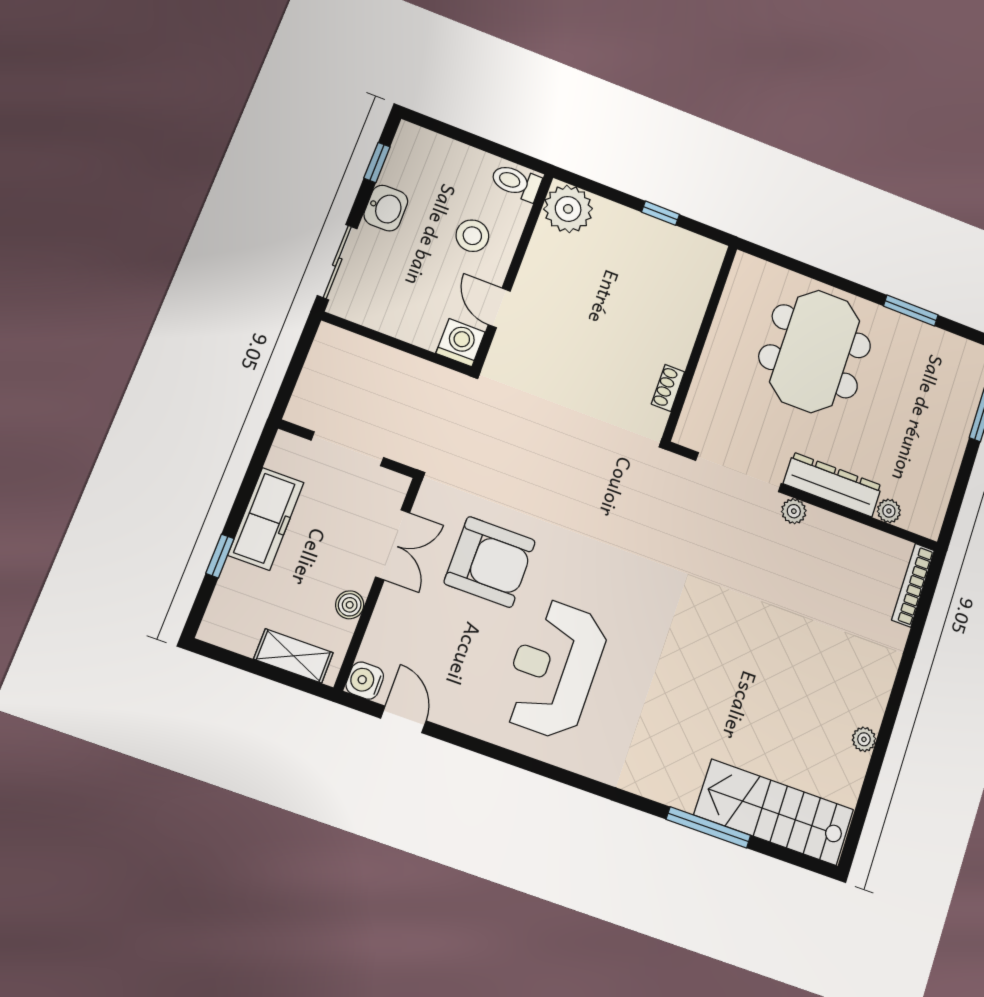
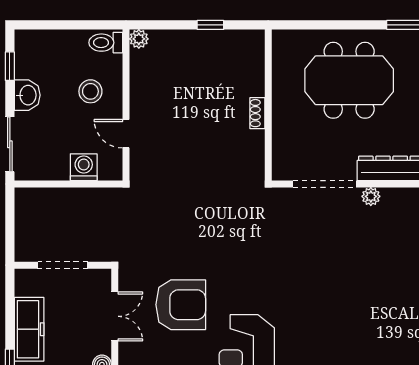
plant: (568, 209) -> (139, 39), width x0.53, depth x0.53
washing machine: (460, 343) -> (84, 167), moved
meeting table: (815, 351) -> (349, 80), turned 90
shoe rack: (668, 388) -> (257, 113), moved

